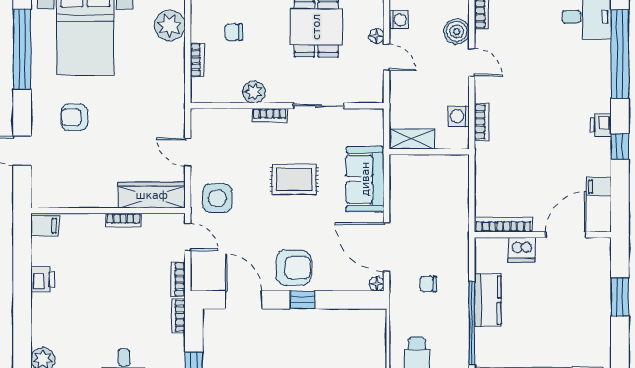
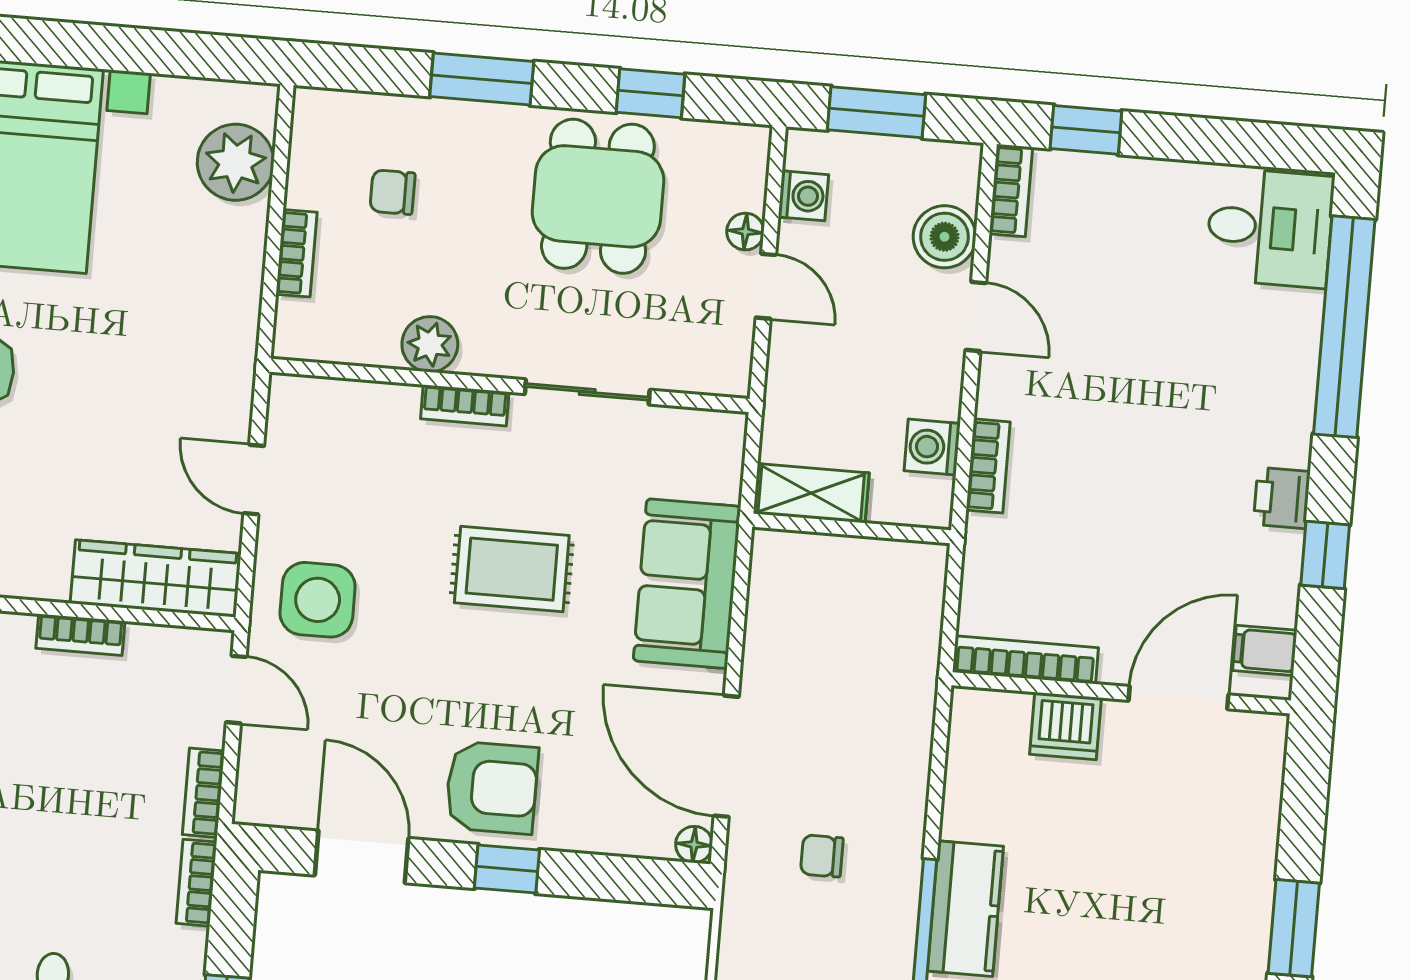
bookcase: (503, 225) -> (1025, 660), moved
wall: (543, 235) -> (1121, 693), moved
door: (566, 235) -> (1178, 698), moved
dishwasher: (522, 250) -> (1066, 726), moved

